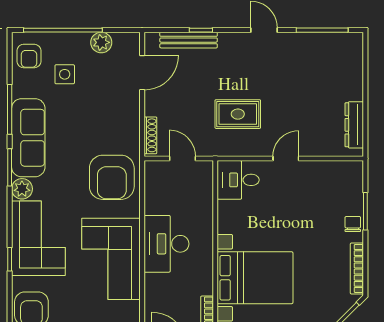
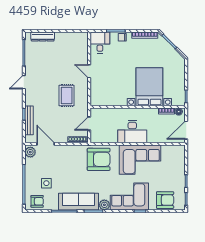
plant: (101, 42) -> (30, 152), moved
dresser: (354, 125) -> (43, 36), moved
desk: (238, 180) -> (100, 42), moved, turned 180

